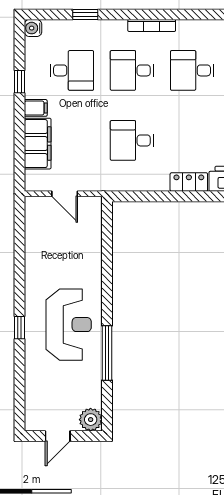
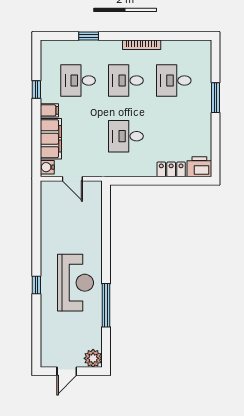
water cooler: (33, 28) -> (47, 167), moved
desk: (72, 70) -> (78, 81), turned 180

